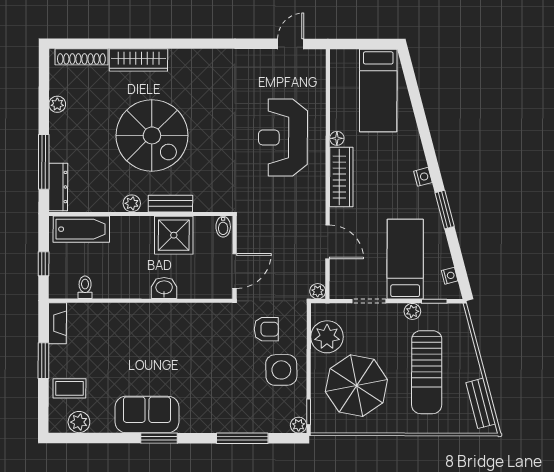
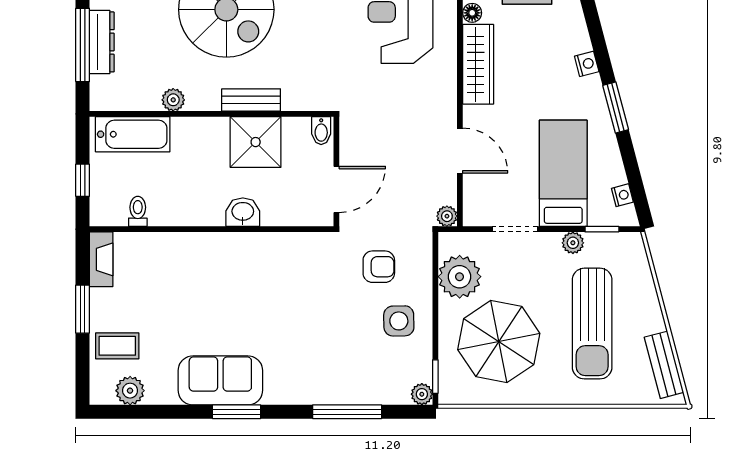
dresser: (58, 187) -> (102, 42), moved
plant: (132, 203) -> (173, 100), moved
side table: (281, 370) -> (399, 321), width x0.73, depth x0.73

